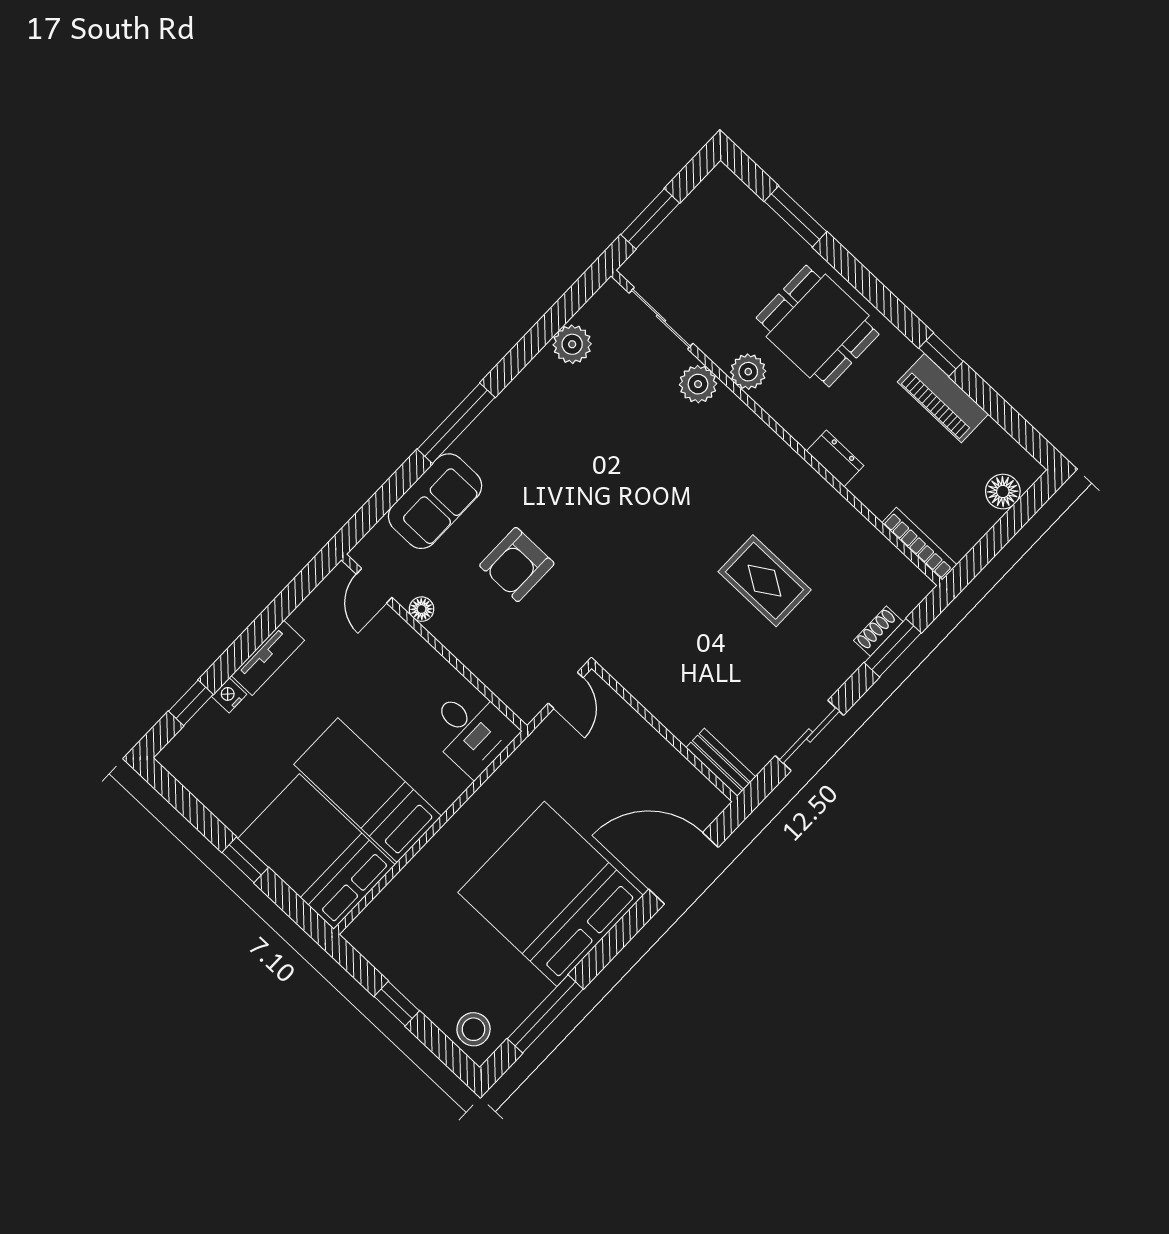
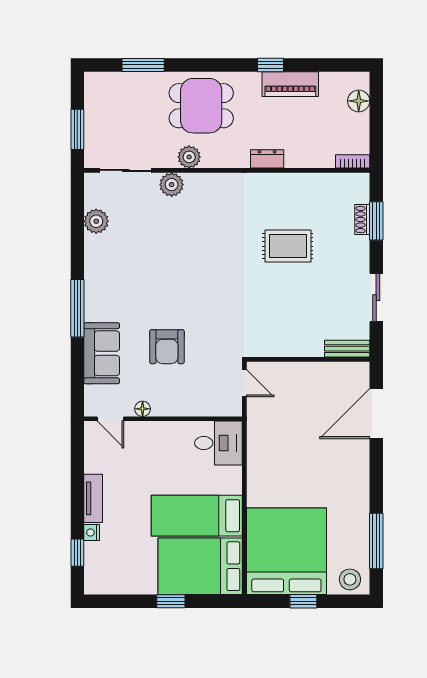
bookcase: (919, 544) -> (353, 161), width x0.64
bed: (551, 894) -> (286, 551), moved, turned 90

